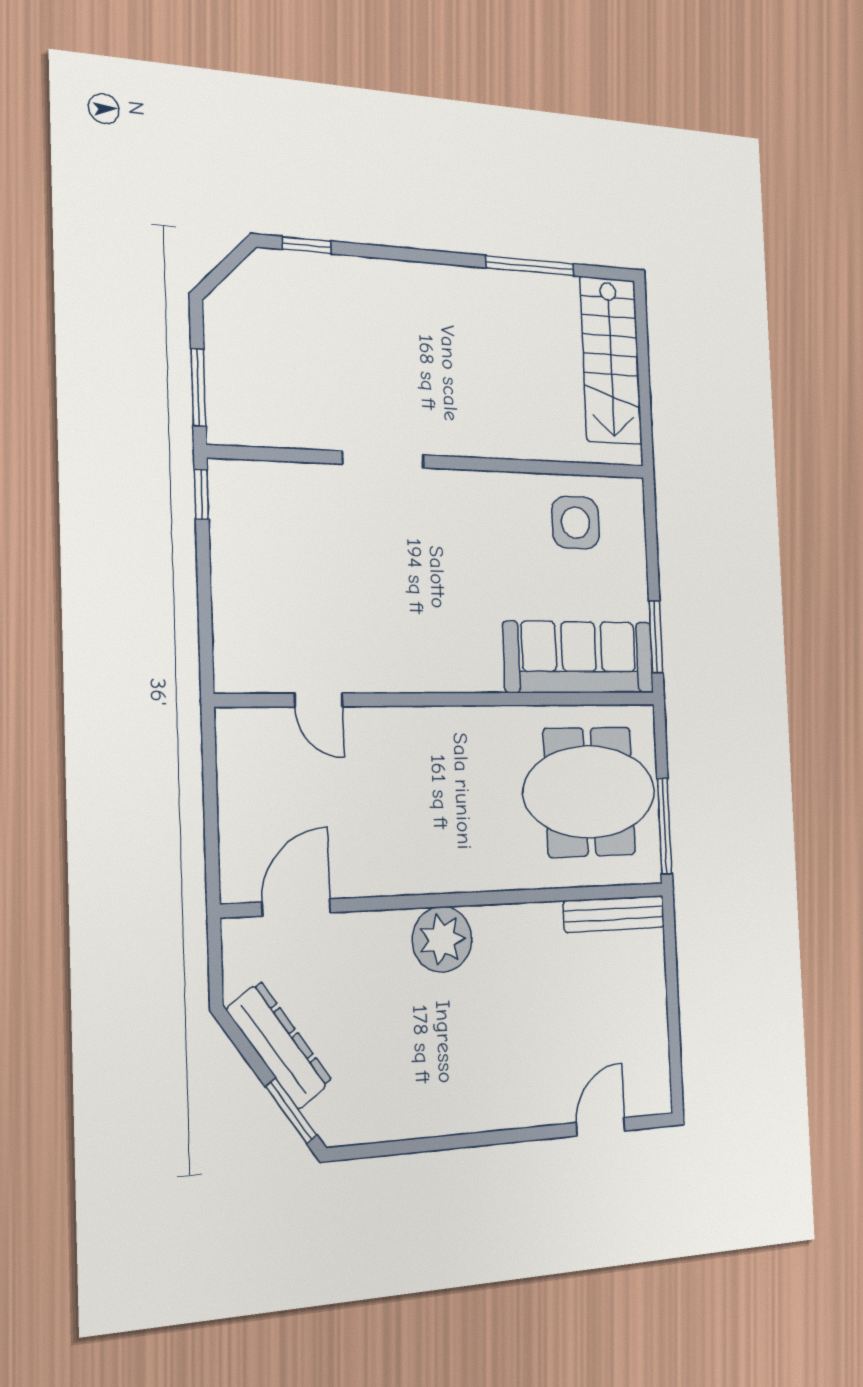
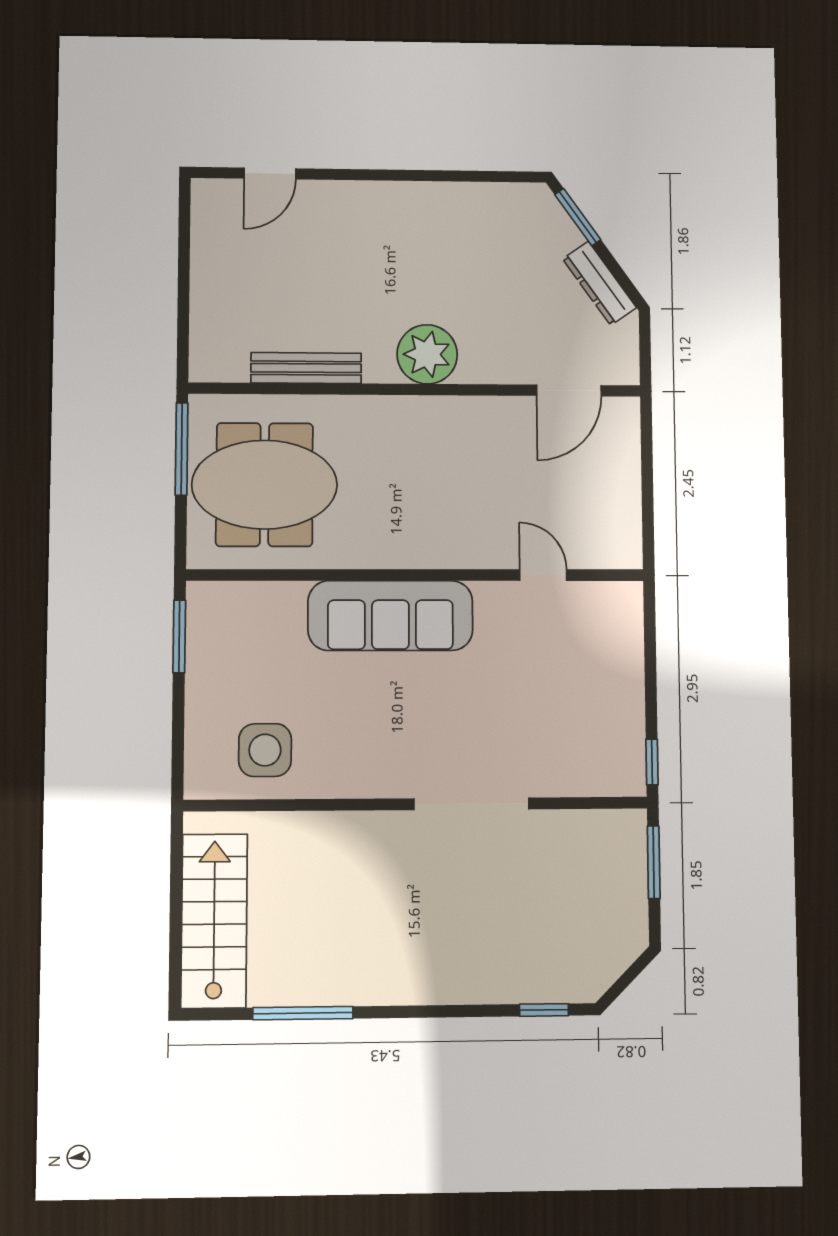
doorway: (383, 460) -> (471, 804), width x1.36
sofa: (579, 657) -> (390, 616), moved
bench: (614, 914) -> (306, 368), moved
dresser: (279, 1045) -> (599, 283), width x0.73, depth x0.80

